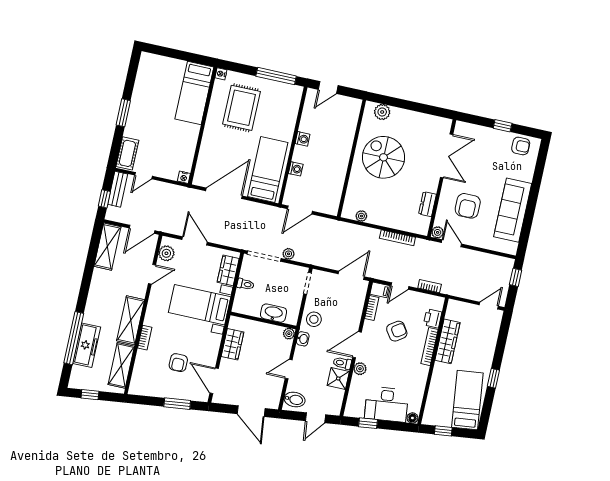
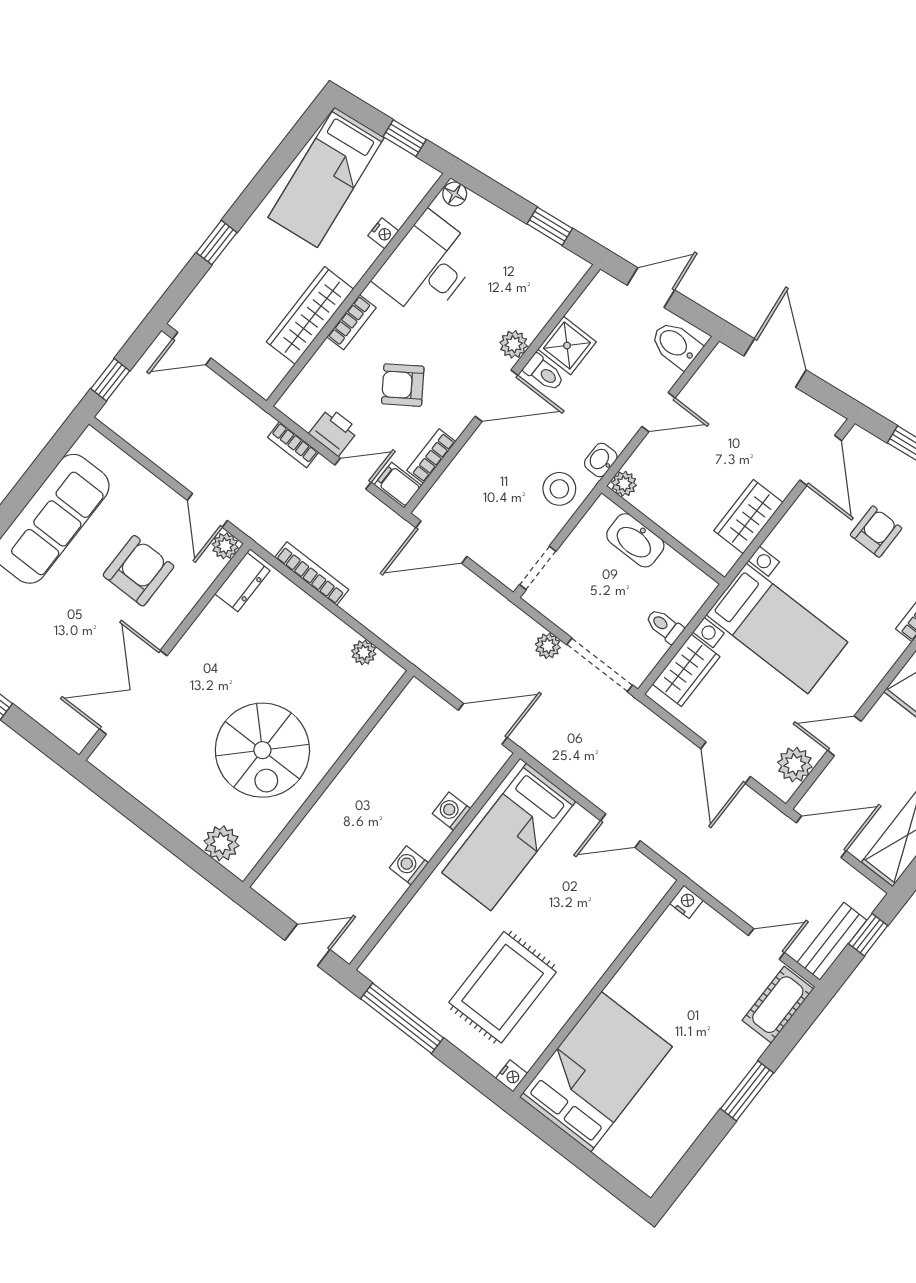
bed: (194, 93) -> (596, 1072), width x1.50
door: (224, 193) -> (620, 831), width x0.53
dresser: (427, 204) -> (242, 582), moved
printer: (433, 318) -> (334, 432), moved, turned -90
bookcase: (429, 347) -> (351, 322), width x0.64
window: (493, 378) -> (217, 243), moved
nightstand: (434, 389) -> (383, 233), added
desk: (387, 404) -> (428, 266), moved, turned -83

